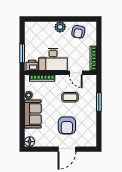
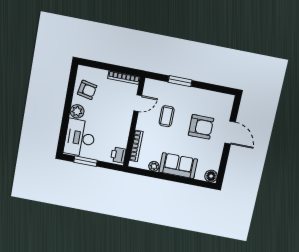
window: (22, 53) -> (85, 161), moved
desk: (53, 60) -> (80, 138), moved, turned 180

